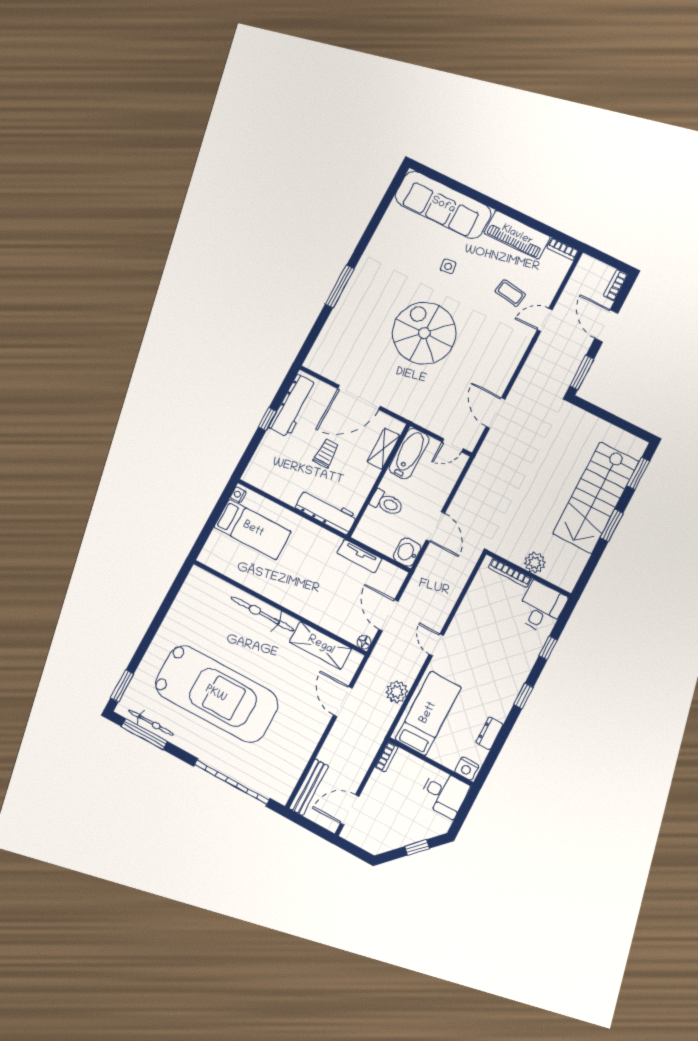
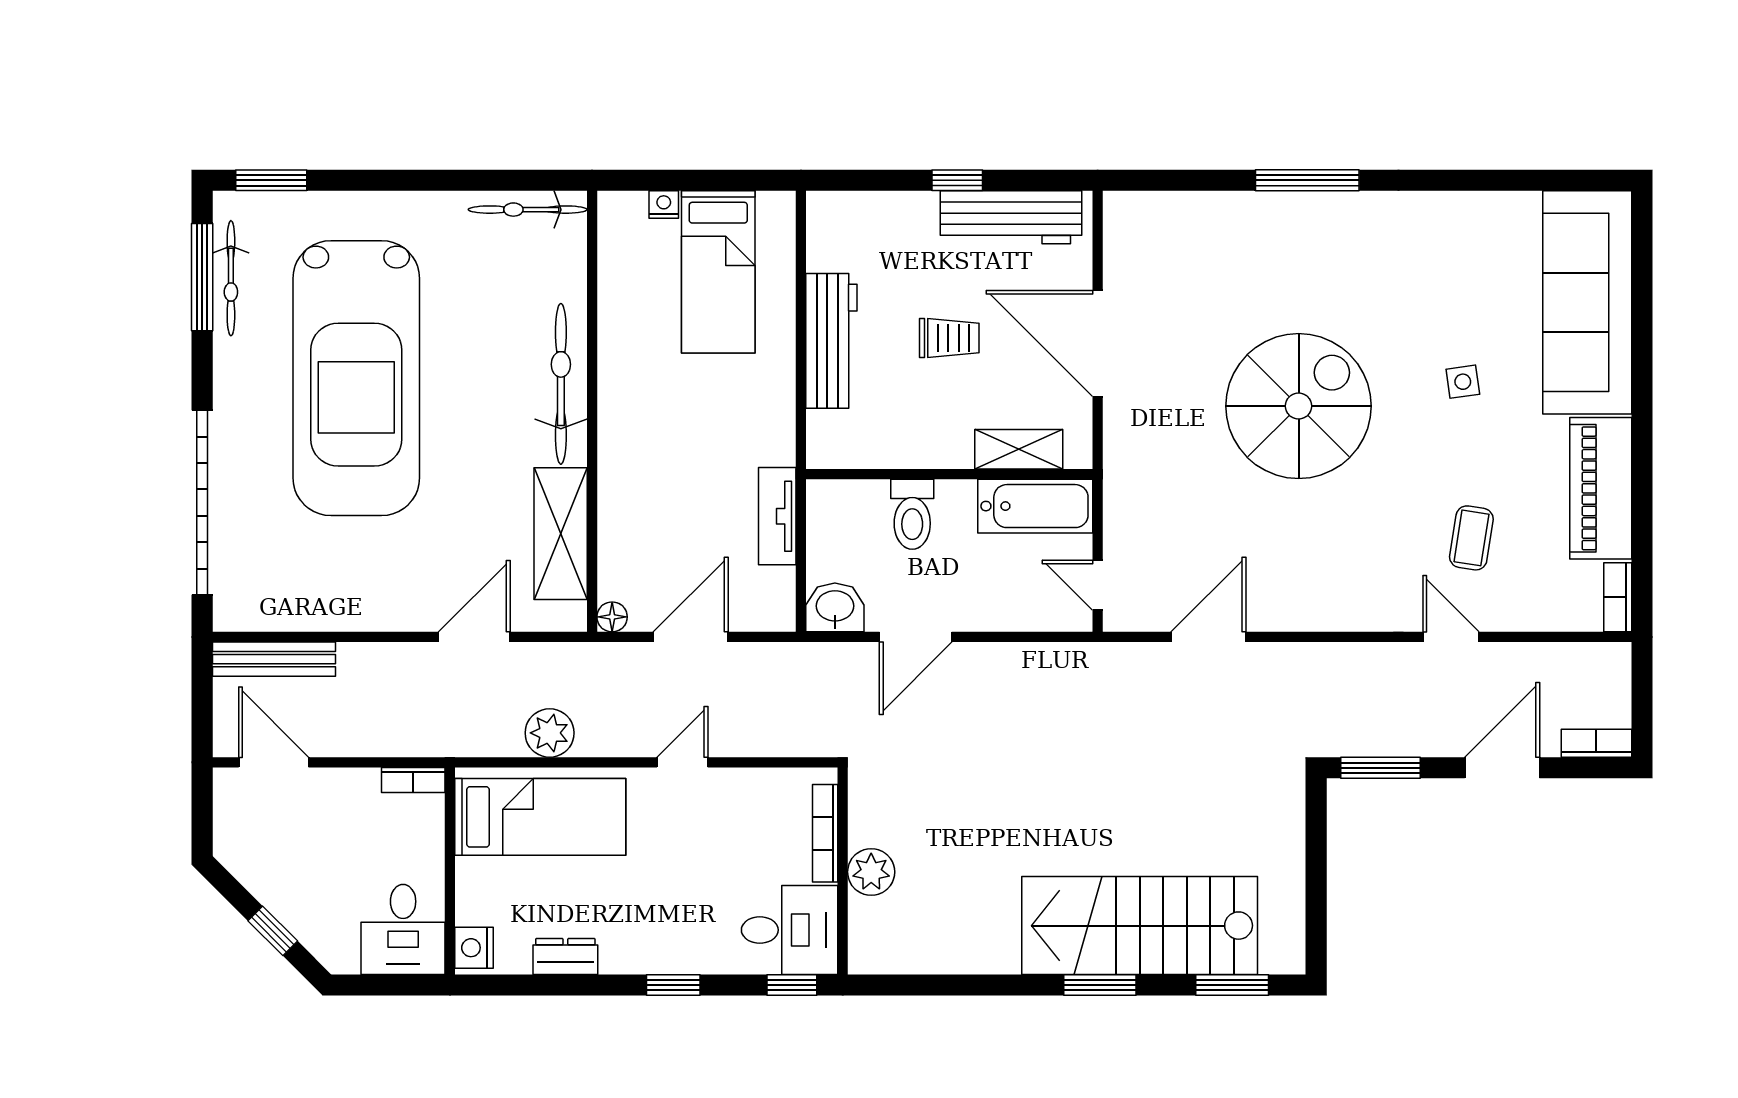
nightstand: (238, 495) -> (664, 205), moved
workbench: (326, 512) -> (831, 341), moved
plant: (535, 563) -> (871, 872), moved
bookcase: (510, 573) -> (825, 833), moved
wall: (529, 574) -> (843, 871), moved
bicycle: (188, 591) -> (528, 210), added
desk: (541, 607) -> (790, 930), moved

